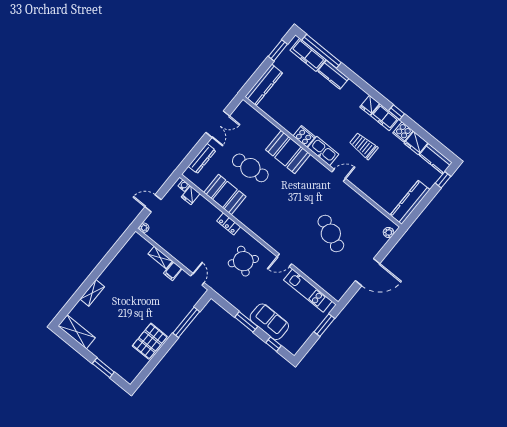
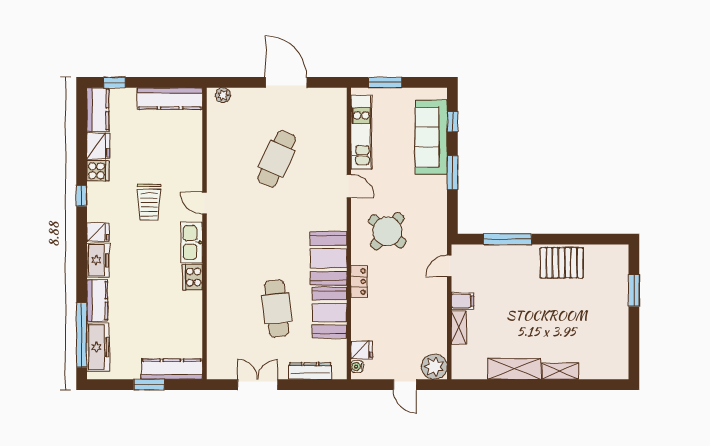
window: (278, 50) -> (149, 385), moved
freezer: (385, 117) -> (98, 260), moved
booth: (288, 152) -> (329, 258), moved
plant: (144, 228) -> (434, 367), width x1.88, depth x1.88
sofa: (269, 322) -> (431, 137), width x1.36
shelving: (77, 332) -> (514, 369), moved, turned 90

